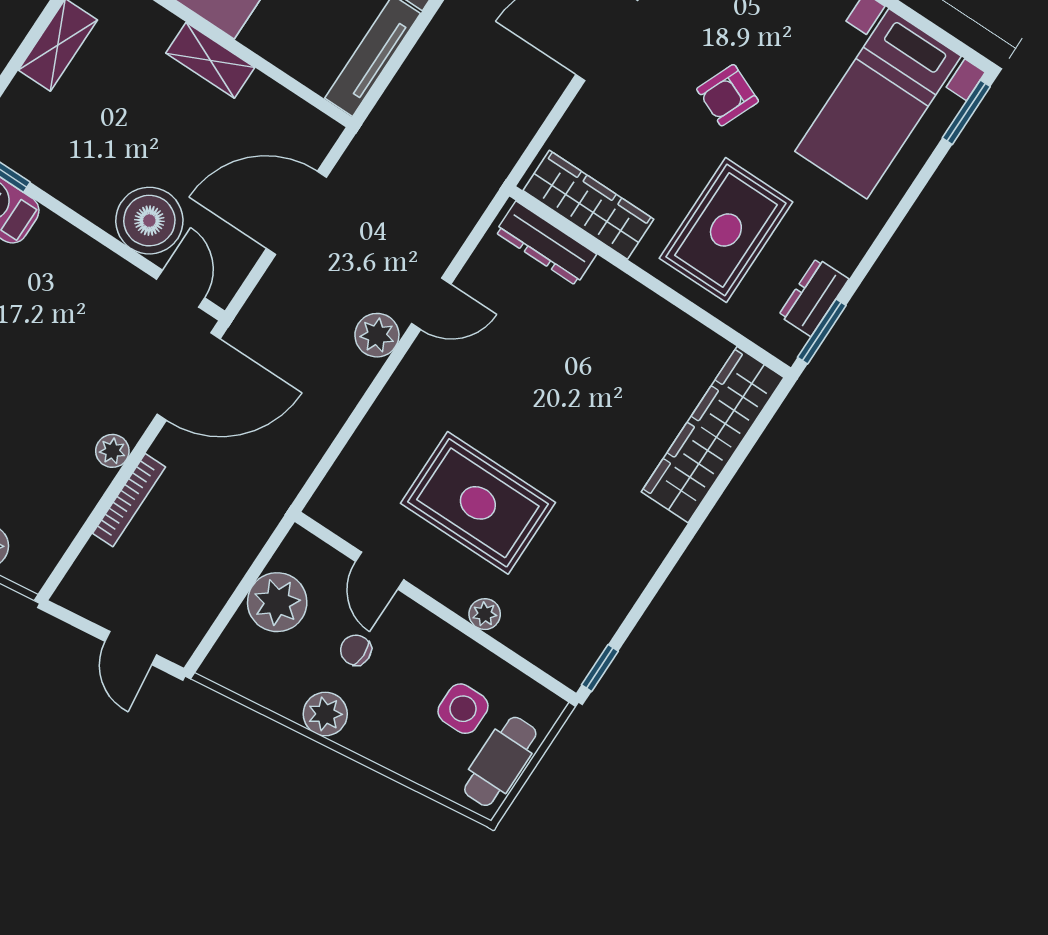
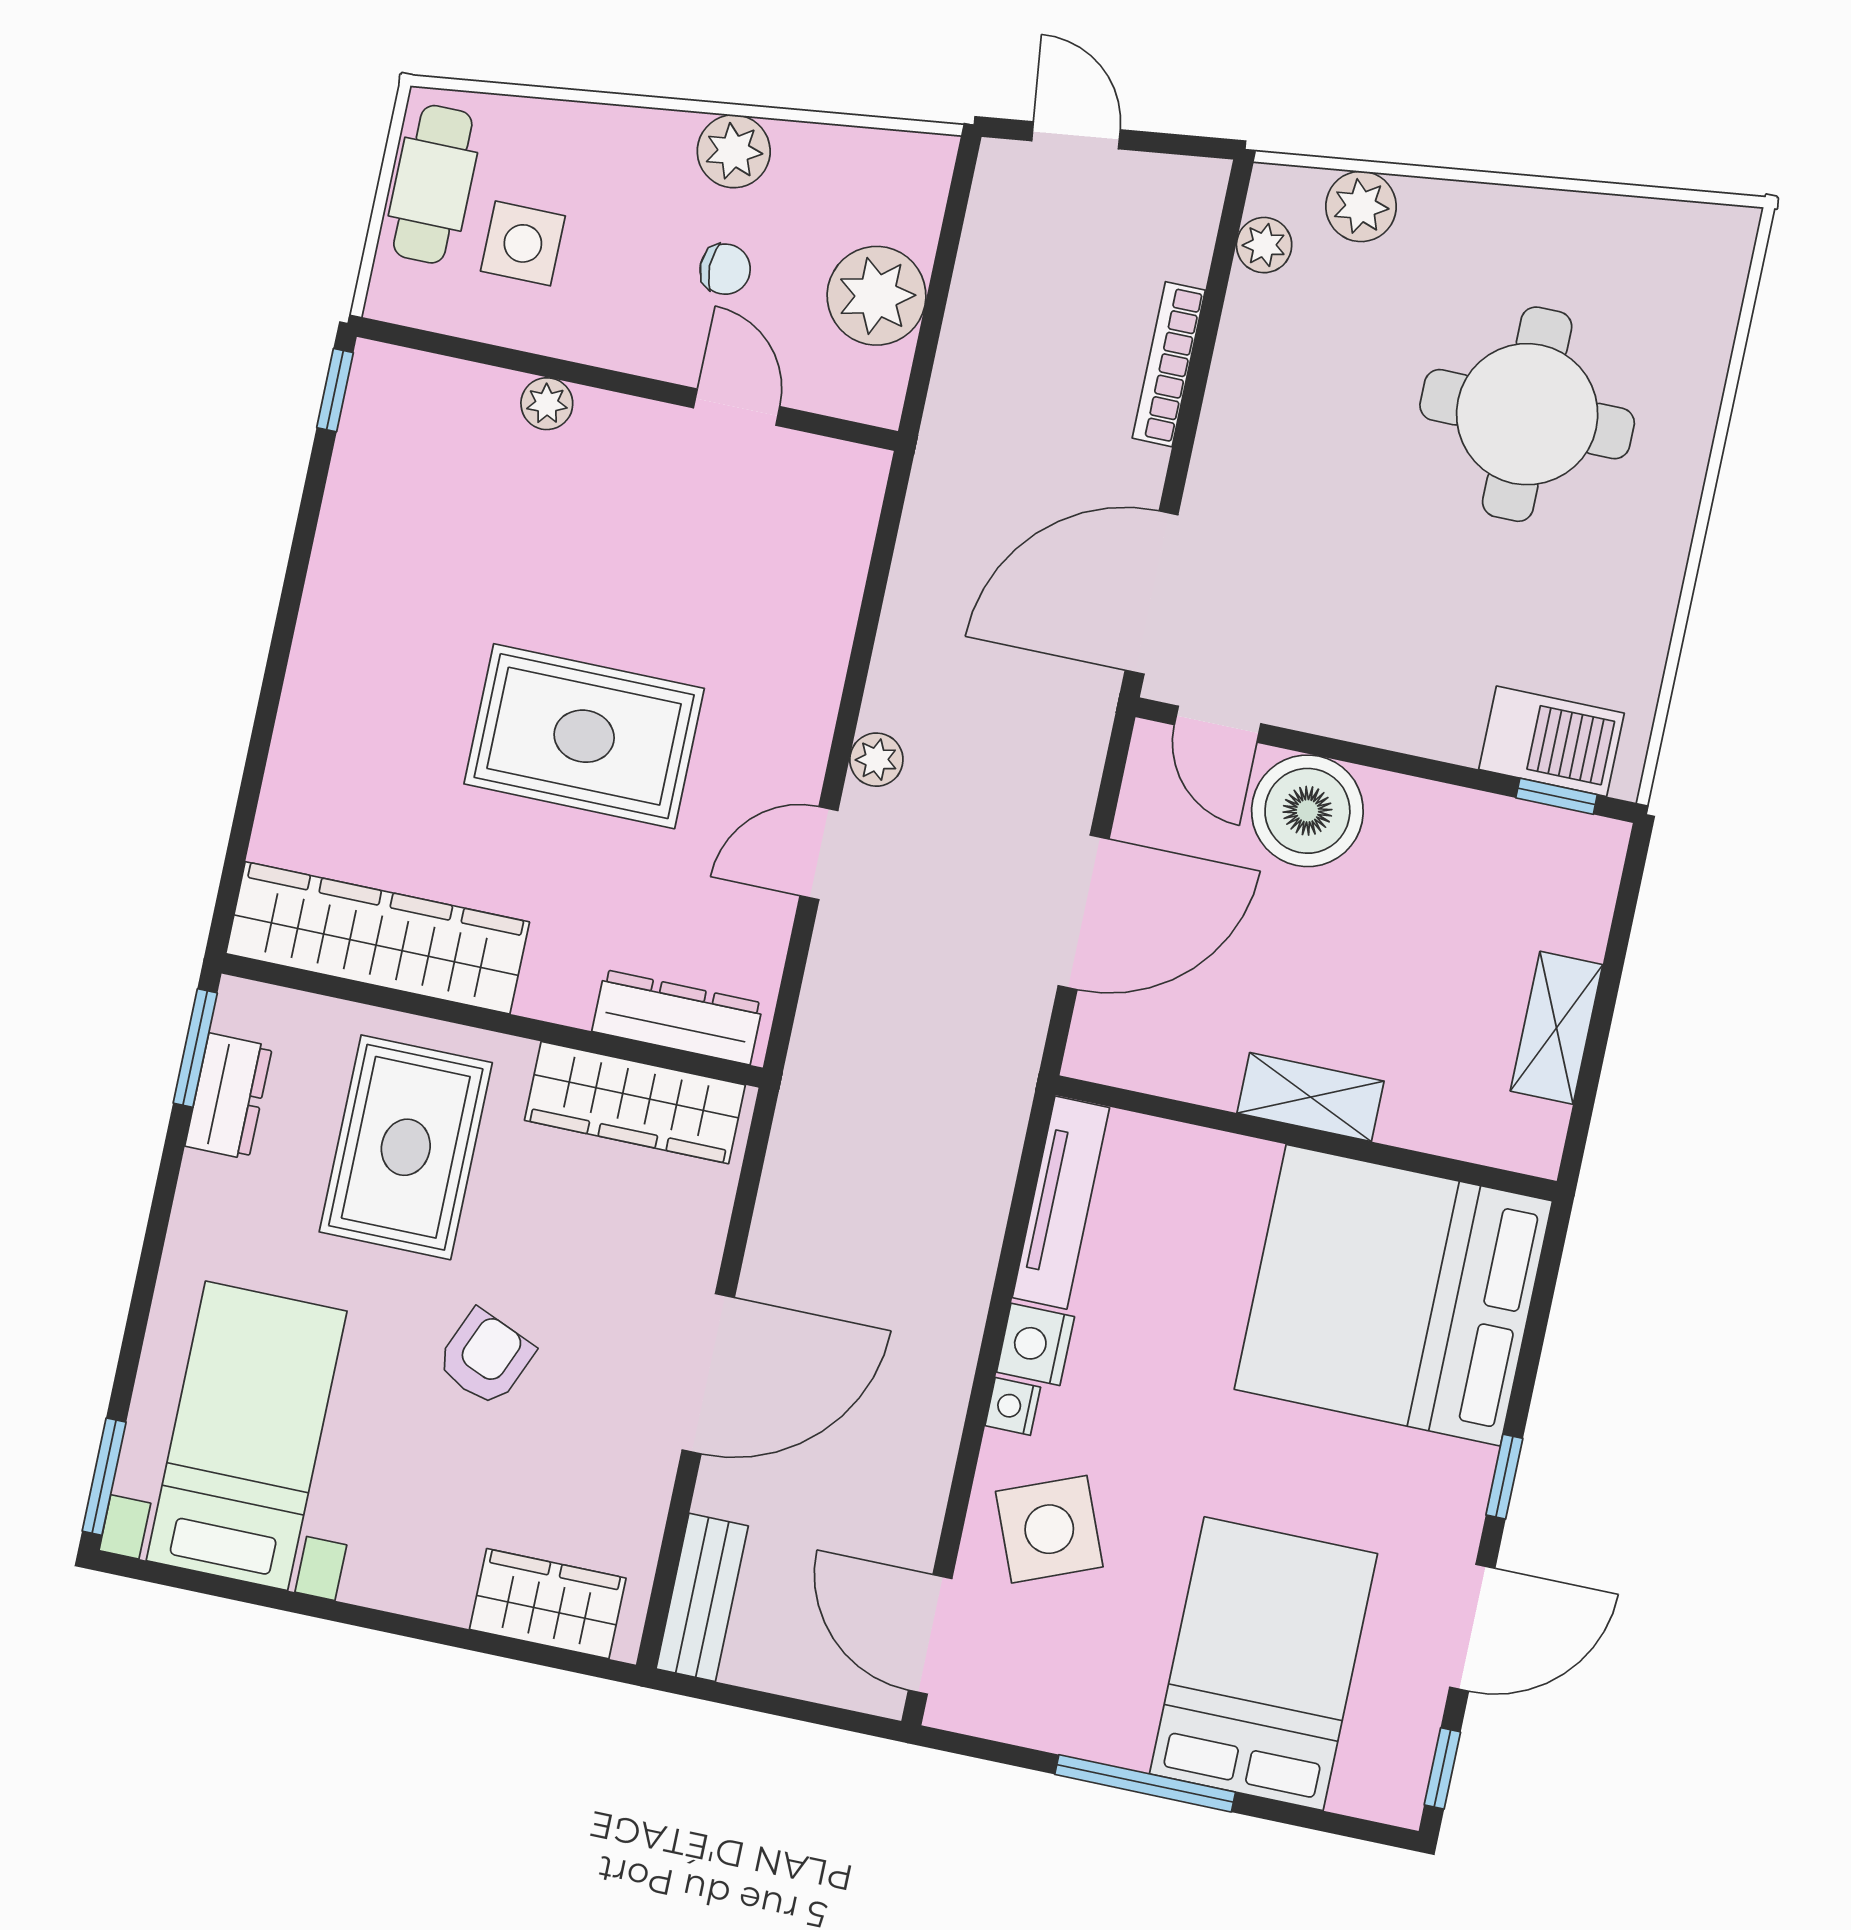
plant: (377, 335) -> (876, 760), width x0.73, depth x0.73
wardrobe: (713, 435) -> (378, 938), moved, turned -90
plant: (112, 451) -> (1264, 245), moved
rug: (478, 503) -> (584, 736), moved

